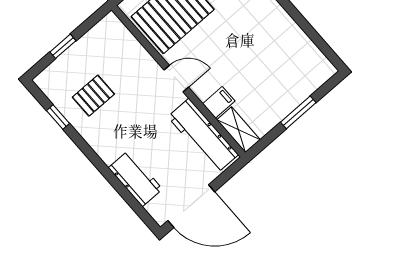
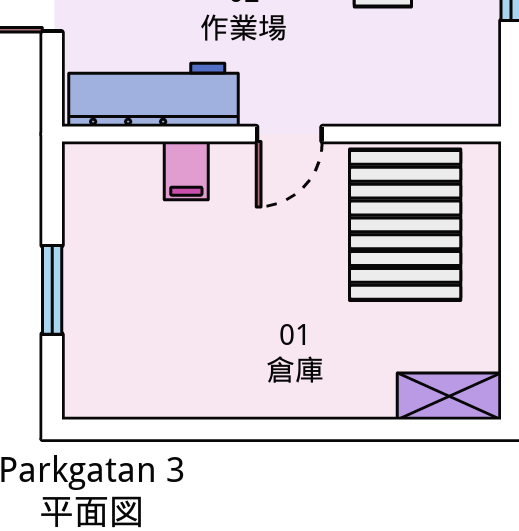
shelving: (238, 130) -> (111, 164), removed

